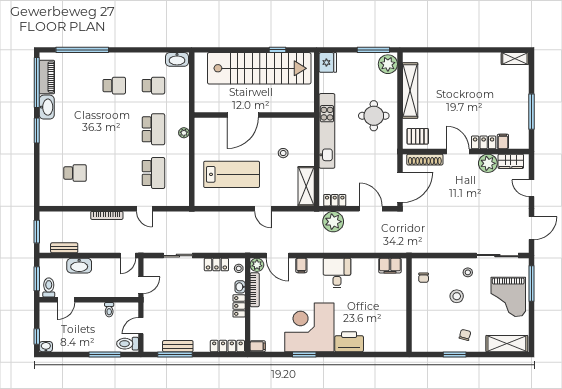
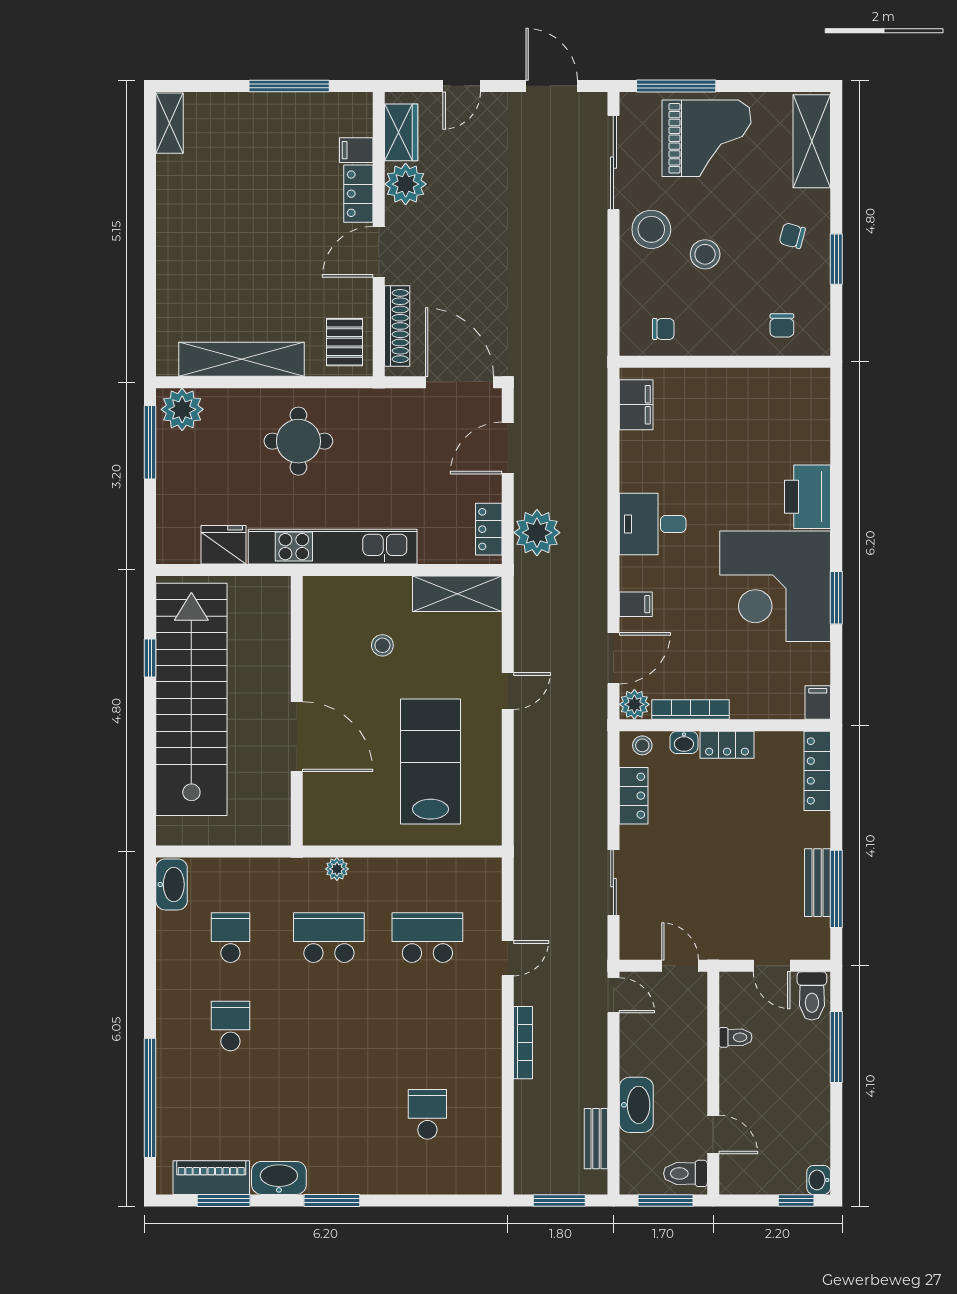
fridge: (328, 62) -> (223, 545), moved
window: (37, 83) -> (224, 1200), width x0.47
stool: (468, 272) -> (651, 229), width x1.89, depth x1.89
chair: (425, 330) -> (782, 325), added

